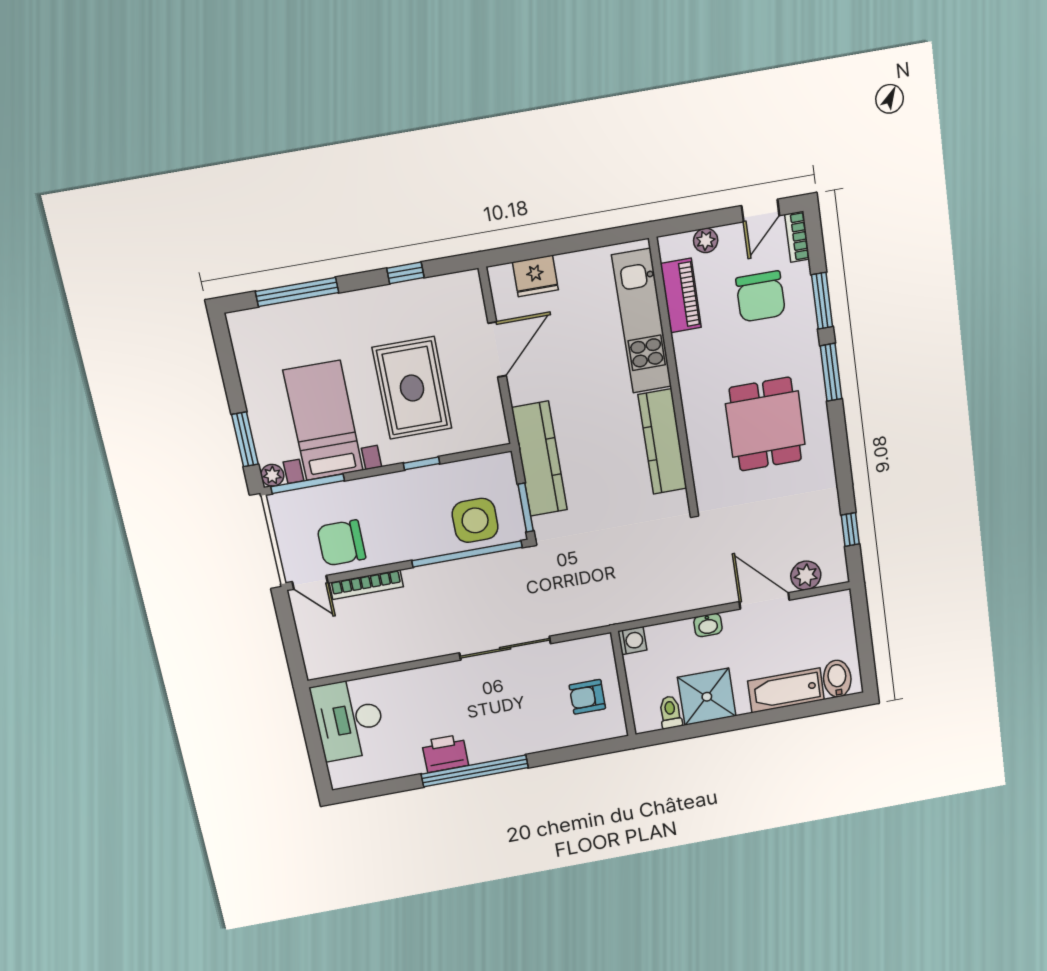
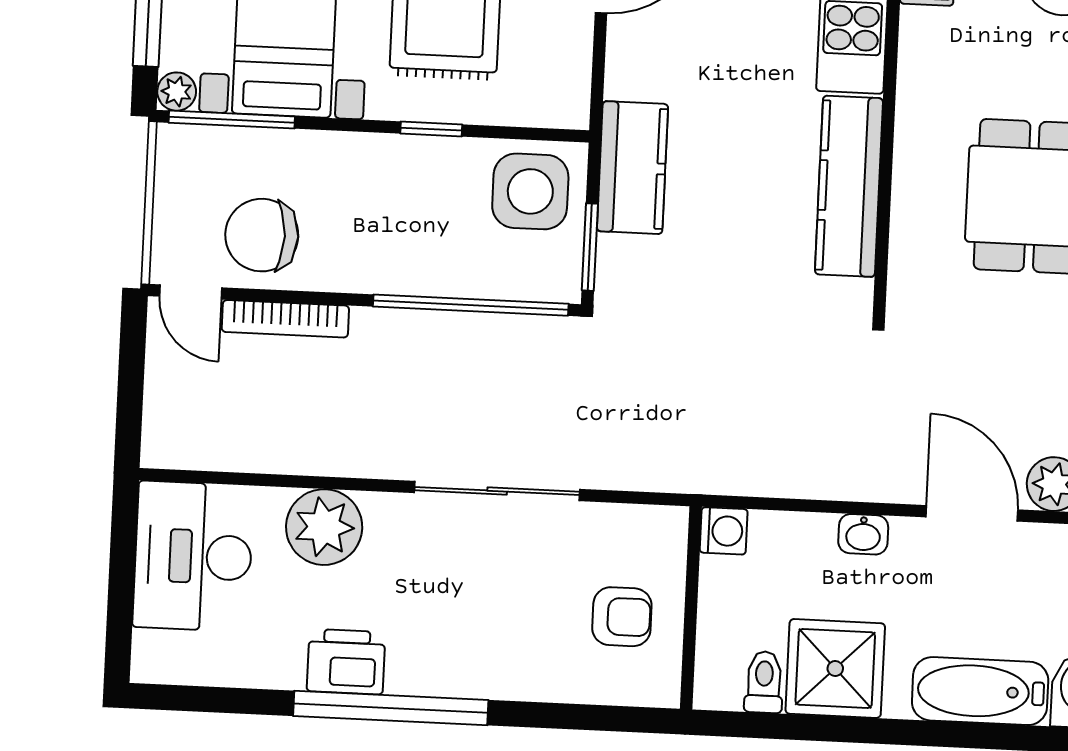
kitchen counter: (539, 459) -> (632, 168), width x0.67
side table: (475, 520) -> (530, 191), moved
plant: (416, 688) -> (324, 527), added
armchair: (587, 697) -> (622, 617), turned 180

